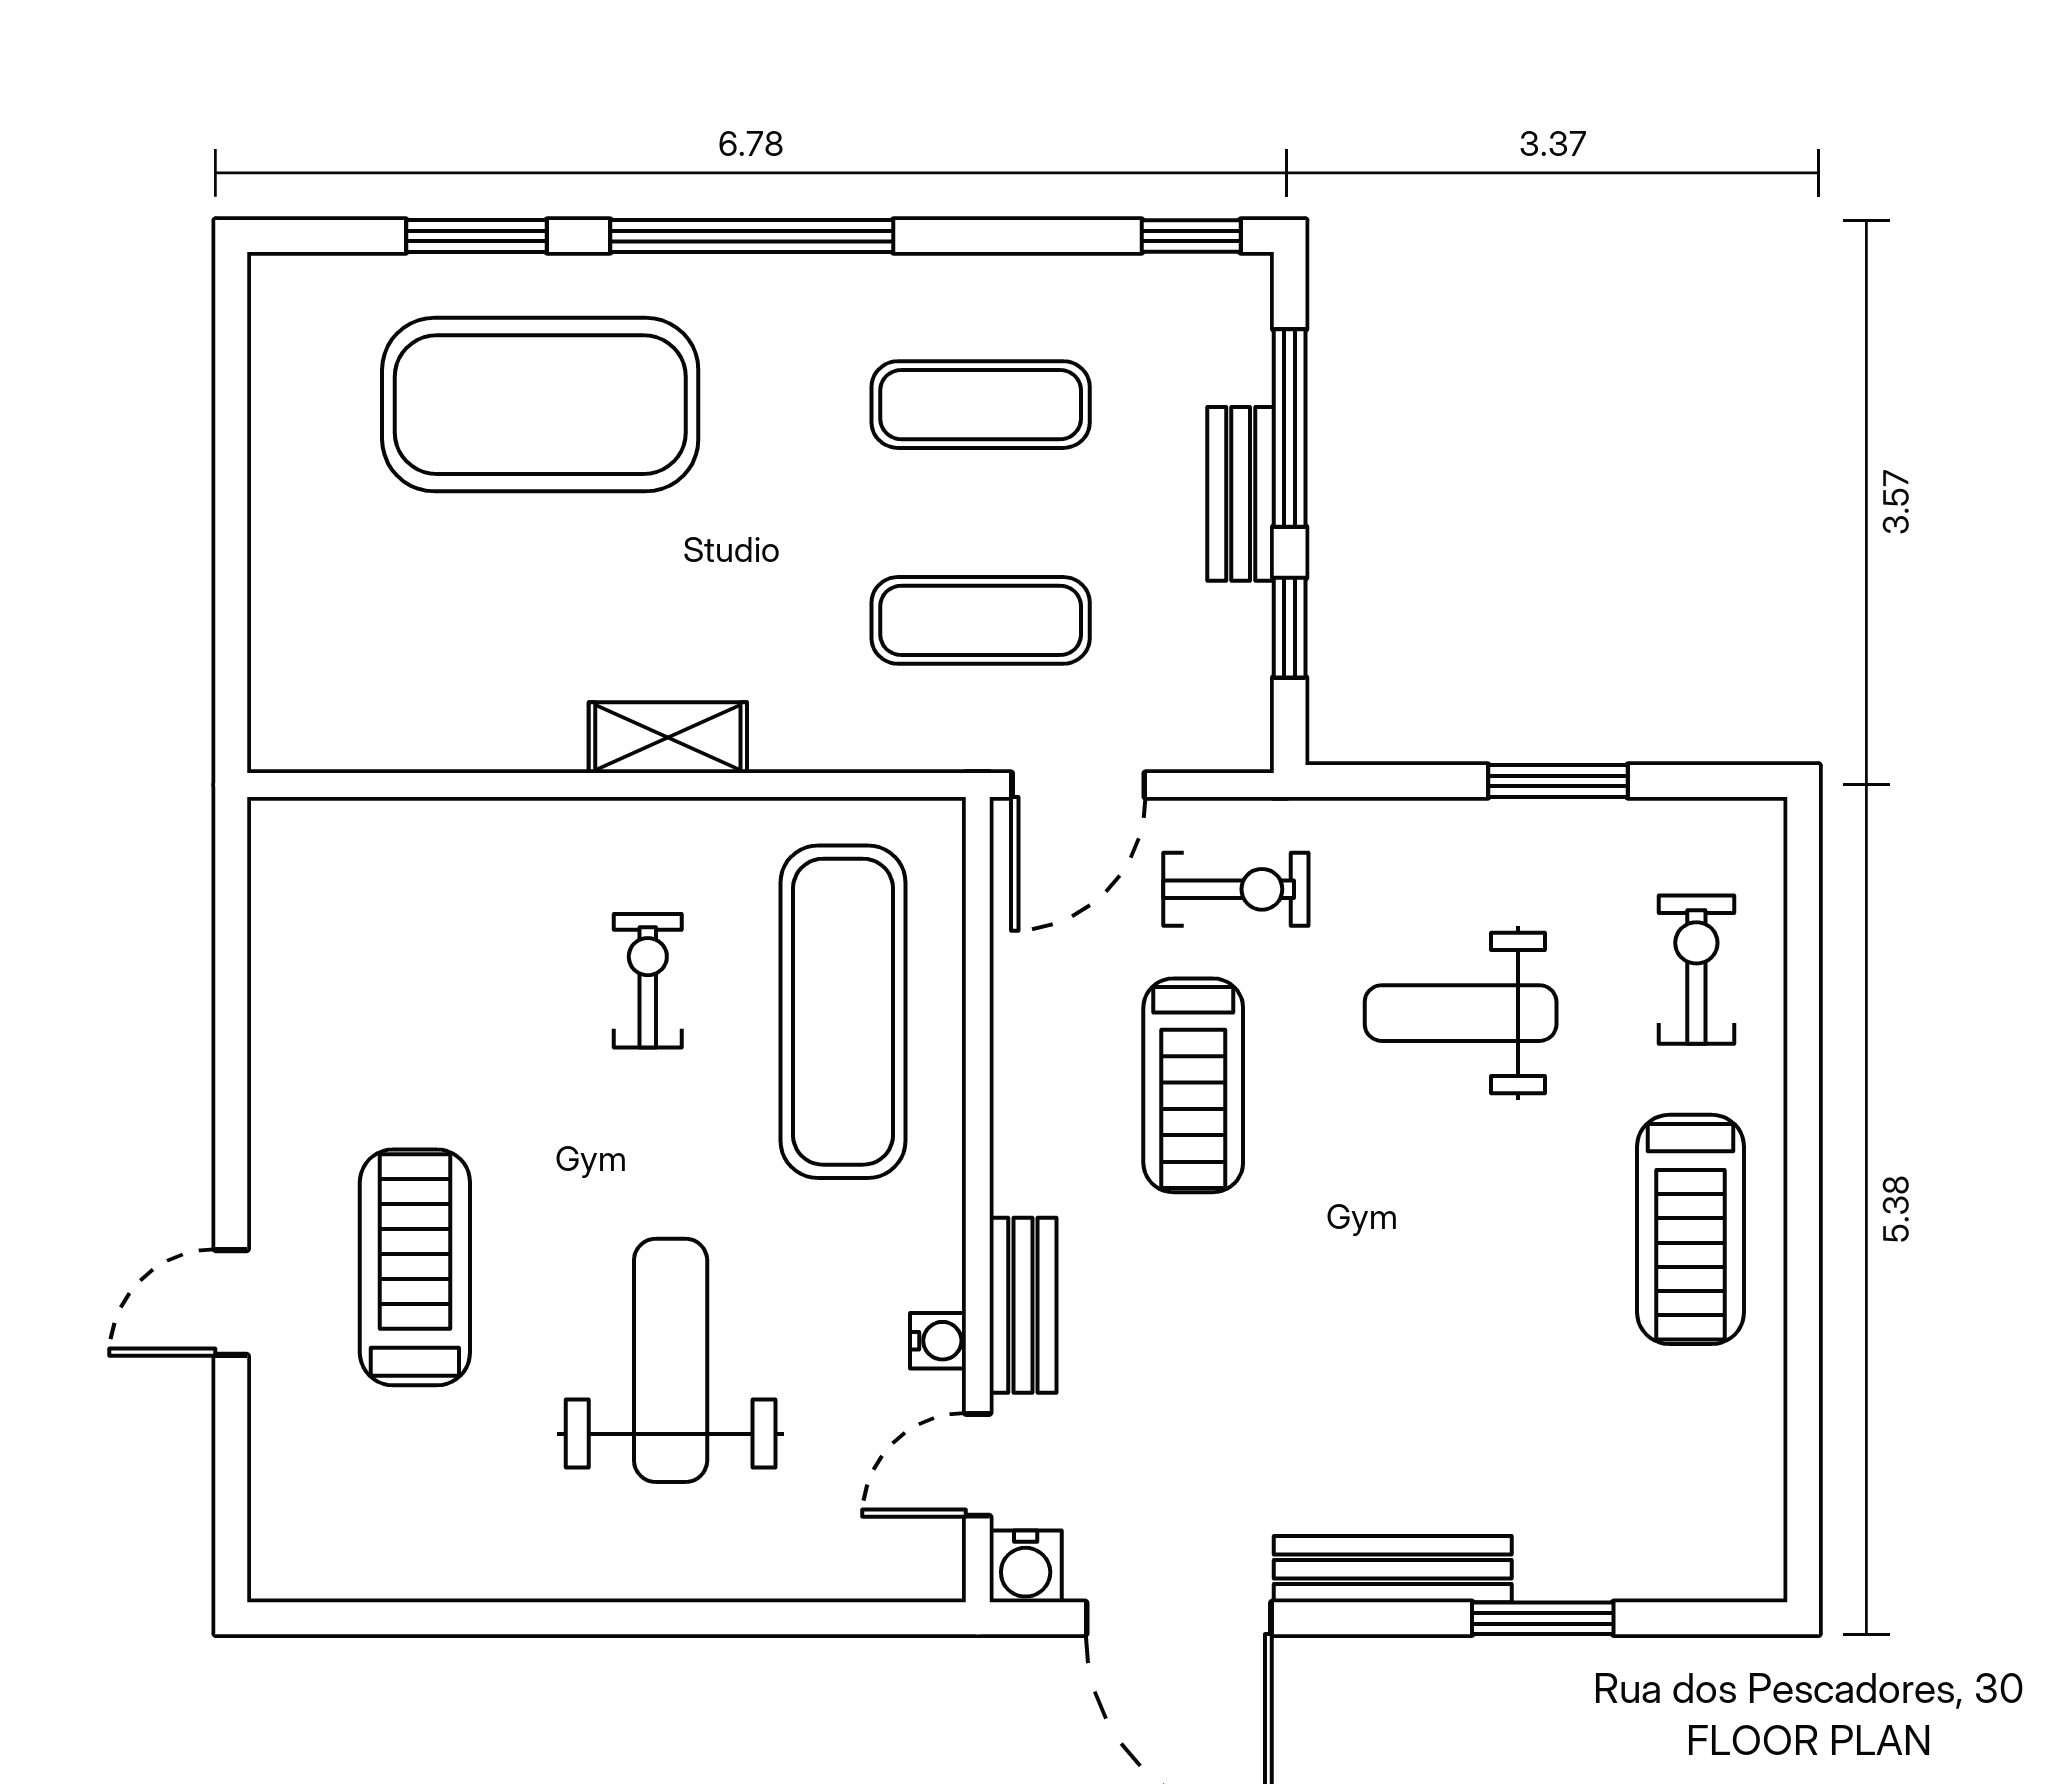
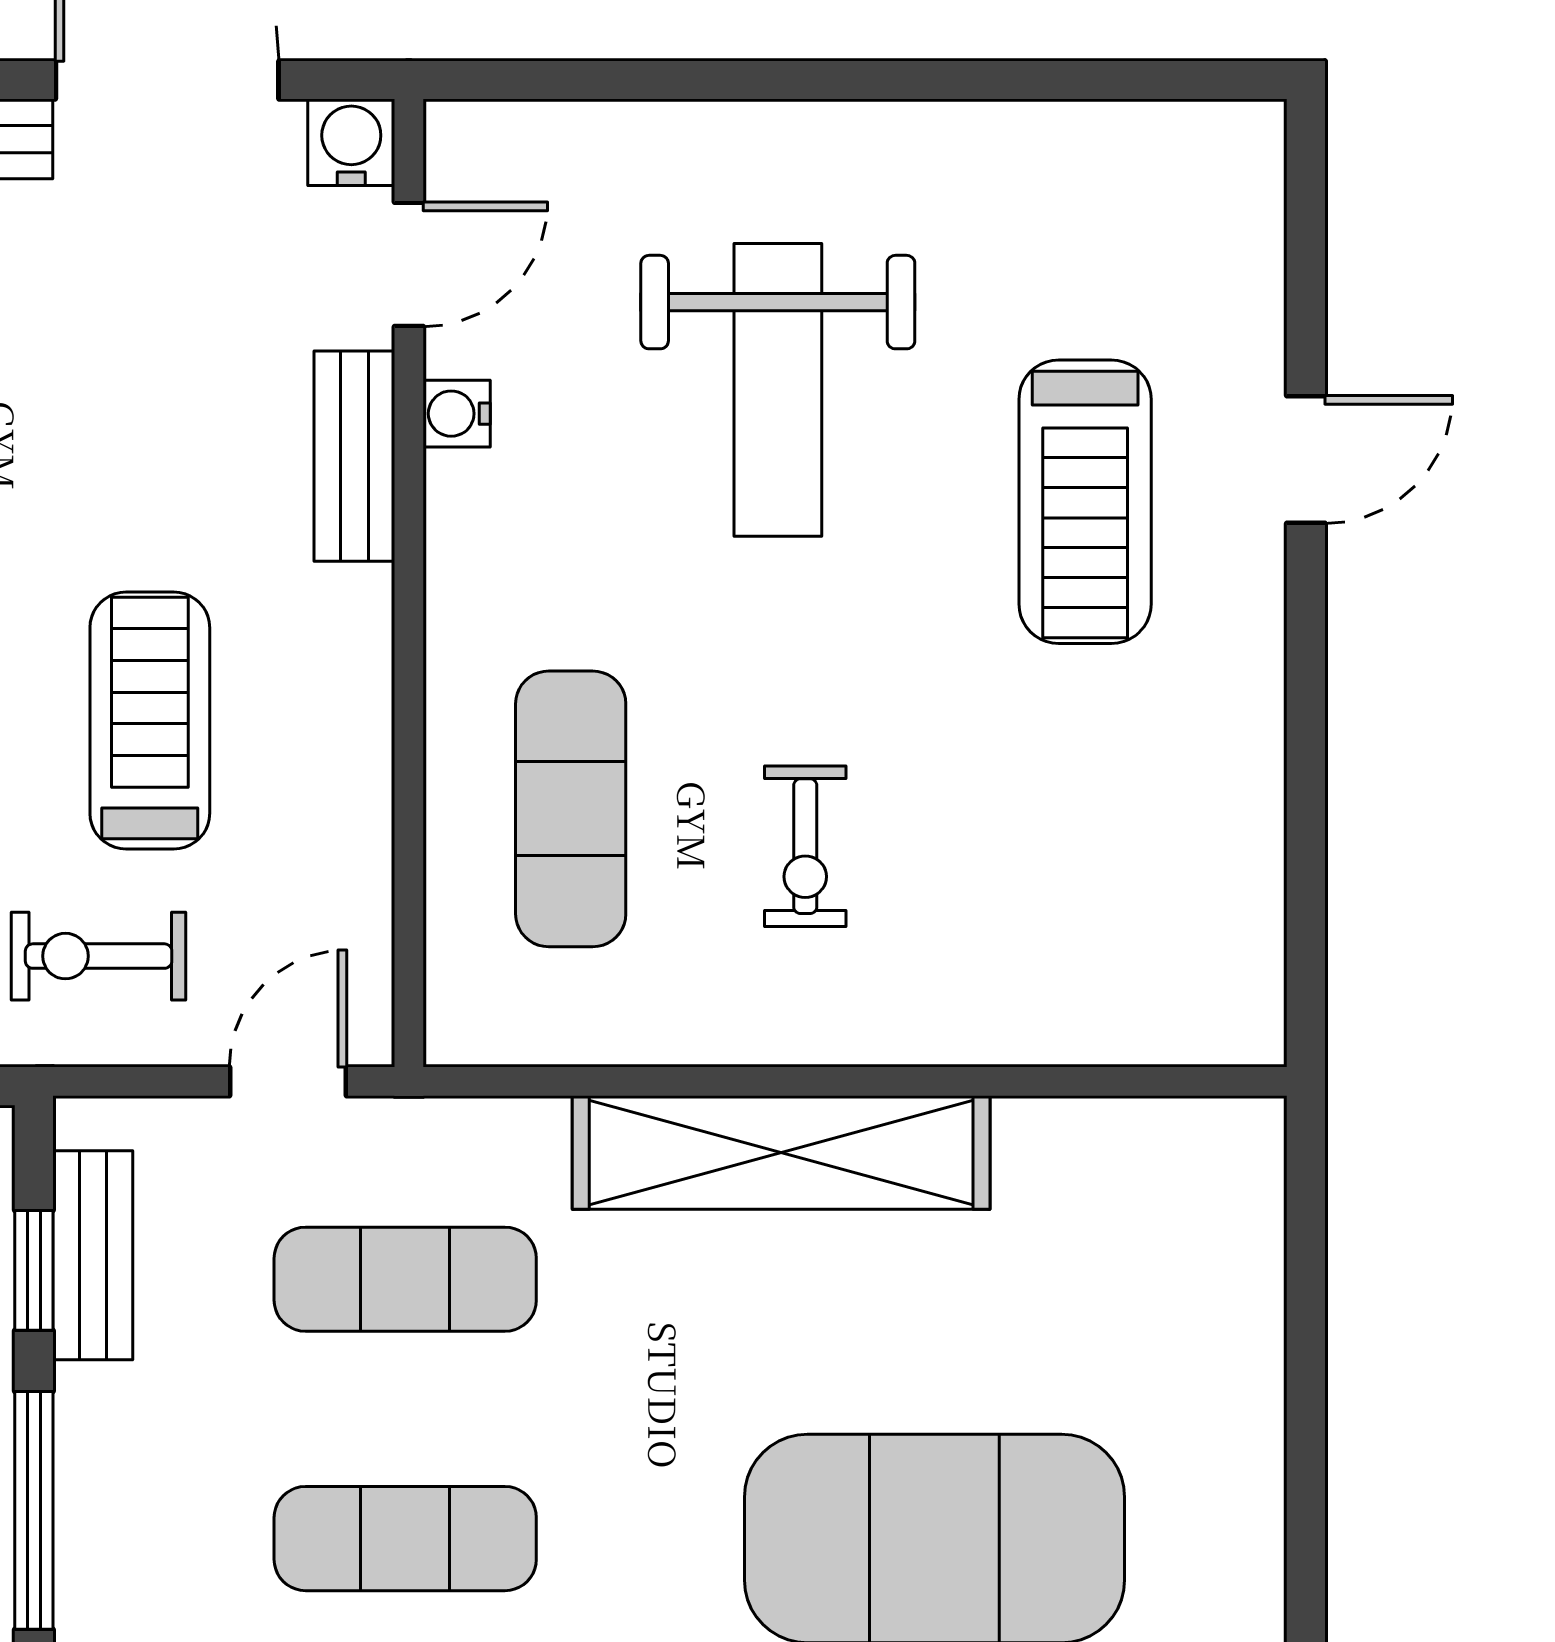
bench: (1241, 494) -> (93, 1255), moved
shelving: (668, 738) -> (781, 1153), width x2.20, depth x1.33
door: (1078, 785) -> (288, 1081), width x0.73
exercise mat: (843, 1012) -> (571, 809), width x0.73, depth x0.69

